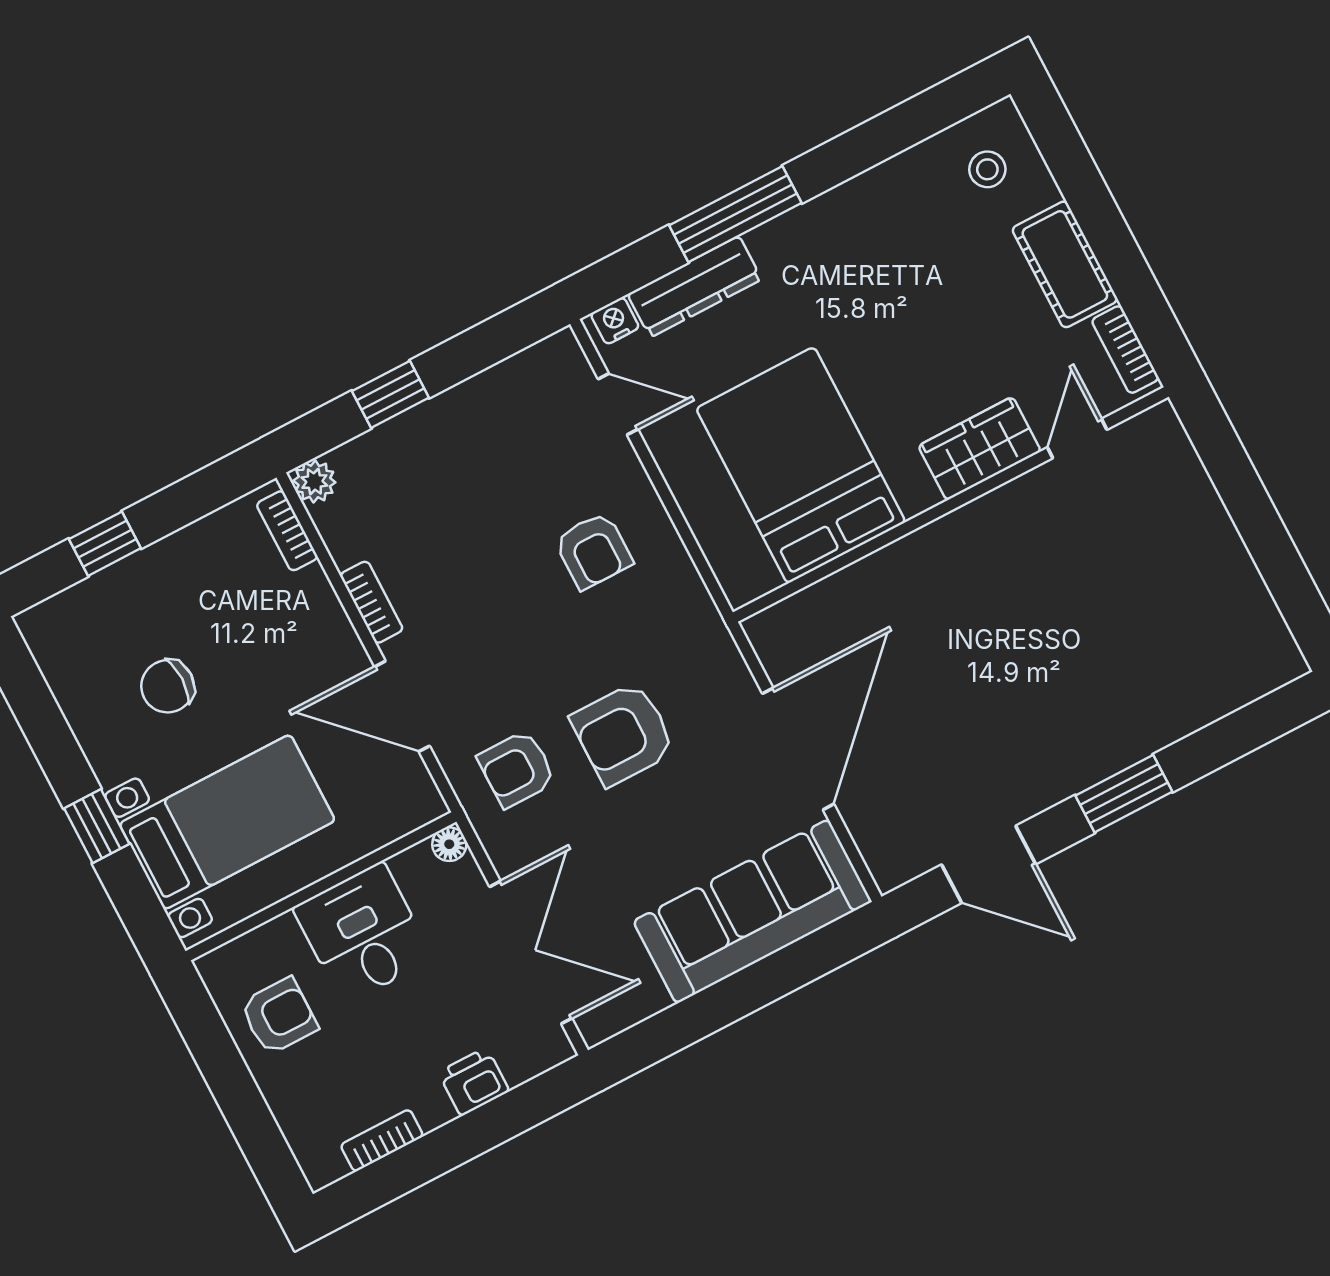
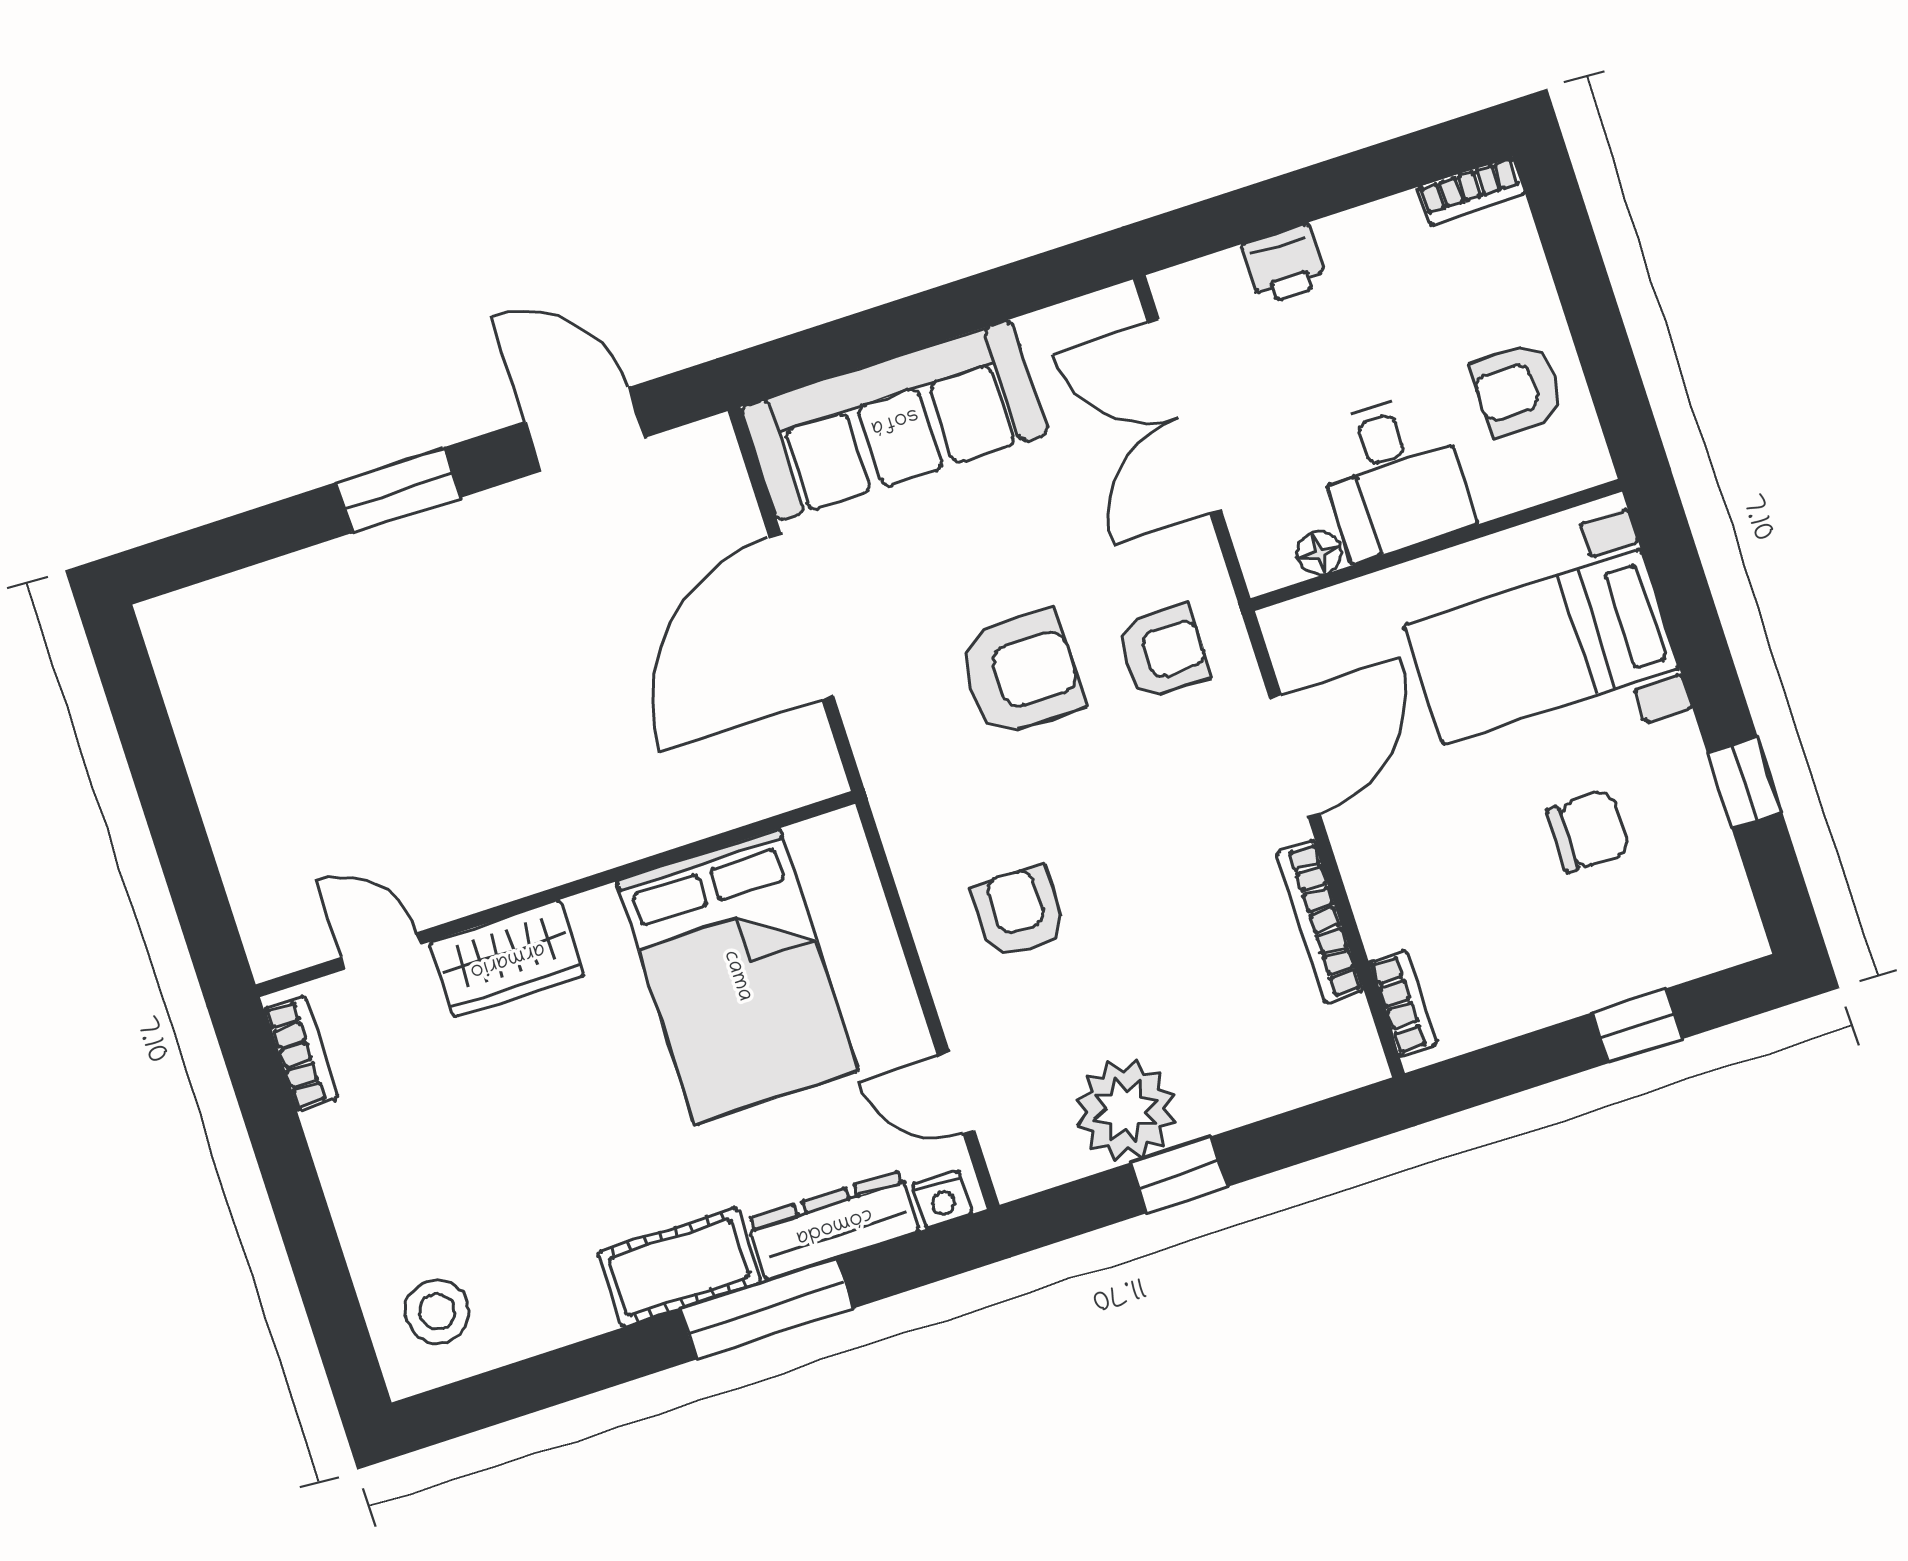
stool: (987, 169) -> (437, 1311), width x1.37, depth x1.37
cot: (1065, 264) -> (679, 1267), moved, turned 90
window: (390, 394) -> (1179, 1175), moved
door: (1077, 438) -> (381, 951), swing flipped
plant: (314, 482) -> (1125, 1110), moved, width x1.87, depth x1.87
bookcase: (371, 602) -> (1320, 922), width x1.56
door: (402, 706) -> (1295, 756), hinge flipped
window: (97, 826) -> (1745, 783), moved
floor lamp: (449, 844) -> (1319, 553), moved
bookcase: (382, 1140) -> (1471, 191), moved

